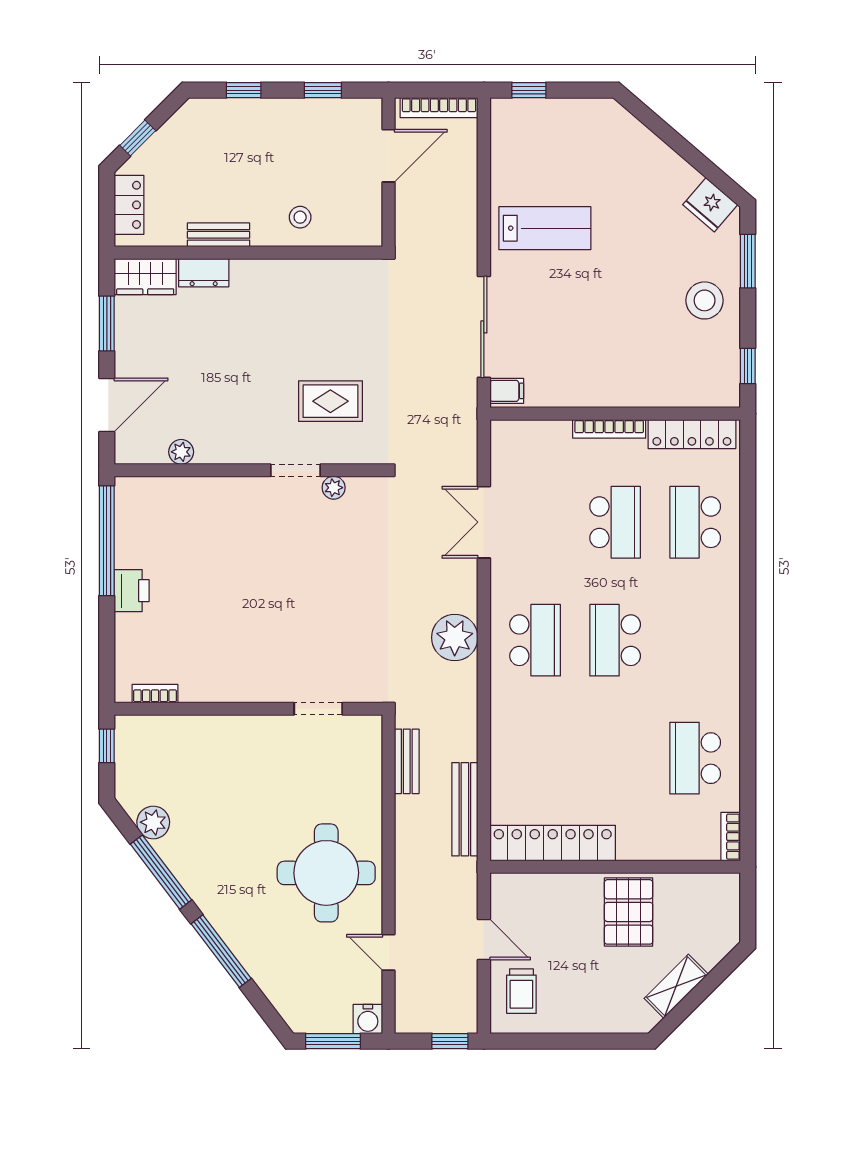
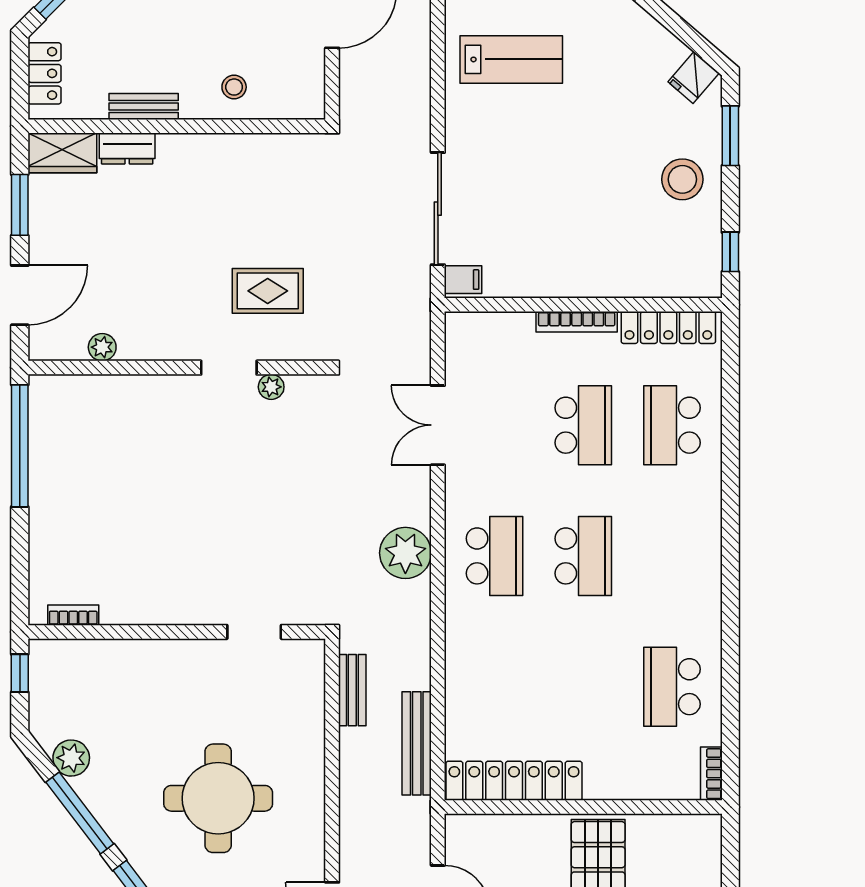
fridge: (710, 205) -> (694, 77), width x0.72
lab bench: (545, 228) -> (511, 59), moved
printer: (132, 591) -> (47, 501), removed
school desk: (615, 640) -> (583, 556), turned 180
round table: (326, 873) -> (218, 798), moved

